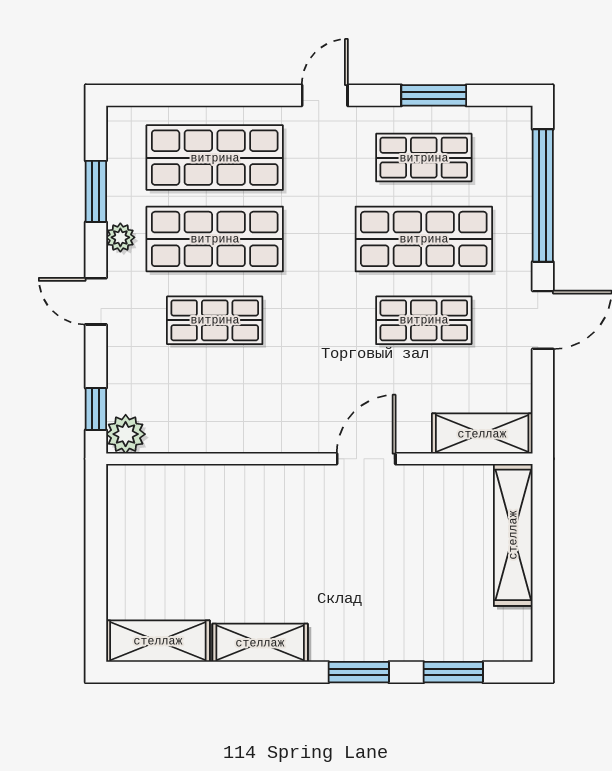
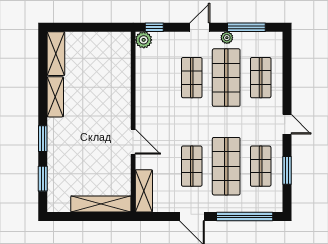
shop shelf: (215, 158) -> (261, 78), width x0.70, depth x0.74
window: (96, 191) -> (246, 27), width x1.44

